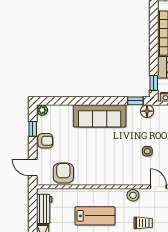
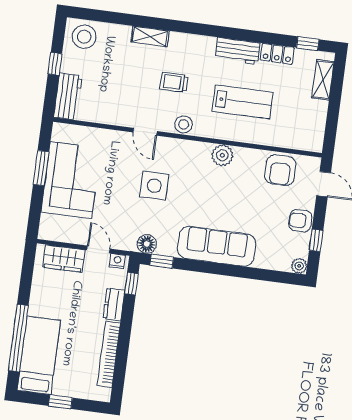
side table: (147, 151) -> (154, 186), width x1.87, depth x1.87
plant: (104, 178) -> (222, 155), added
workbench: (44, 209) -> (315, 122), removed
lab bench: (95, 216) -> (243, 102), turned 180

